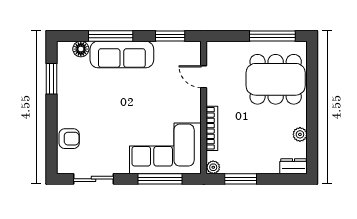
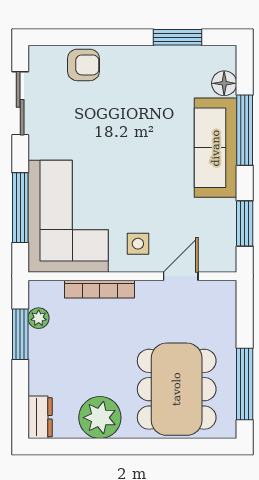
side table: (183, 104) -> (138, 244), added
plant: (300, 134) -> (100, 418), width x1.88, depth x1.88
armchair: (69, 139) -> (83, 65), turned -90
plant: (213, 167) -> (39, 318), moved

